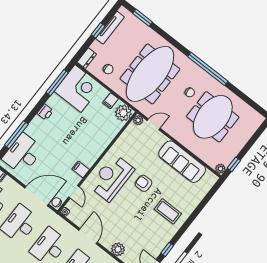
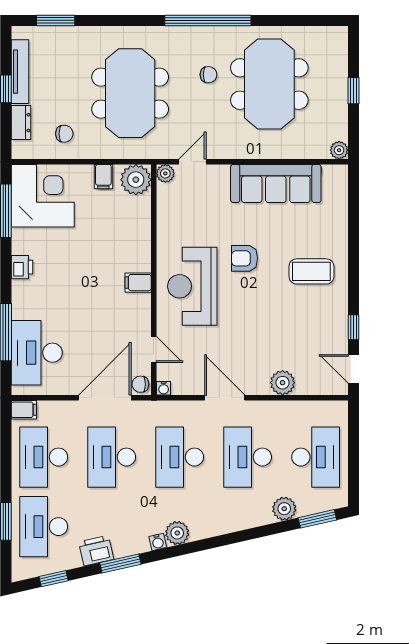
dresser: (87, 58) -> (21, 123), moved
meeting table: (150, 74) -> (130, 93), width x0.73
window: (234, 164) -> (353, 91), moved
filing cabinet: (81, 169) -> (138, 283), moved

